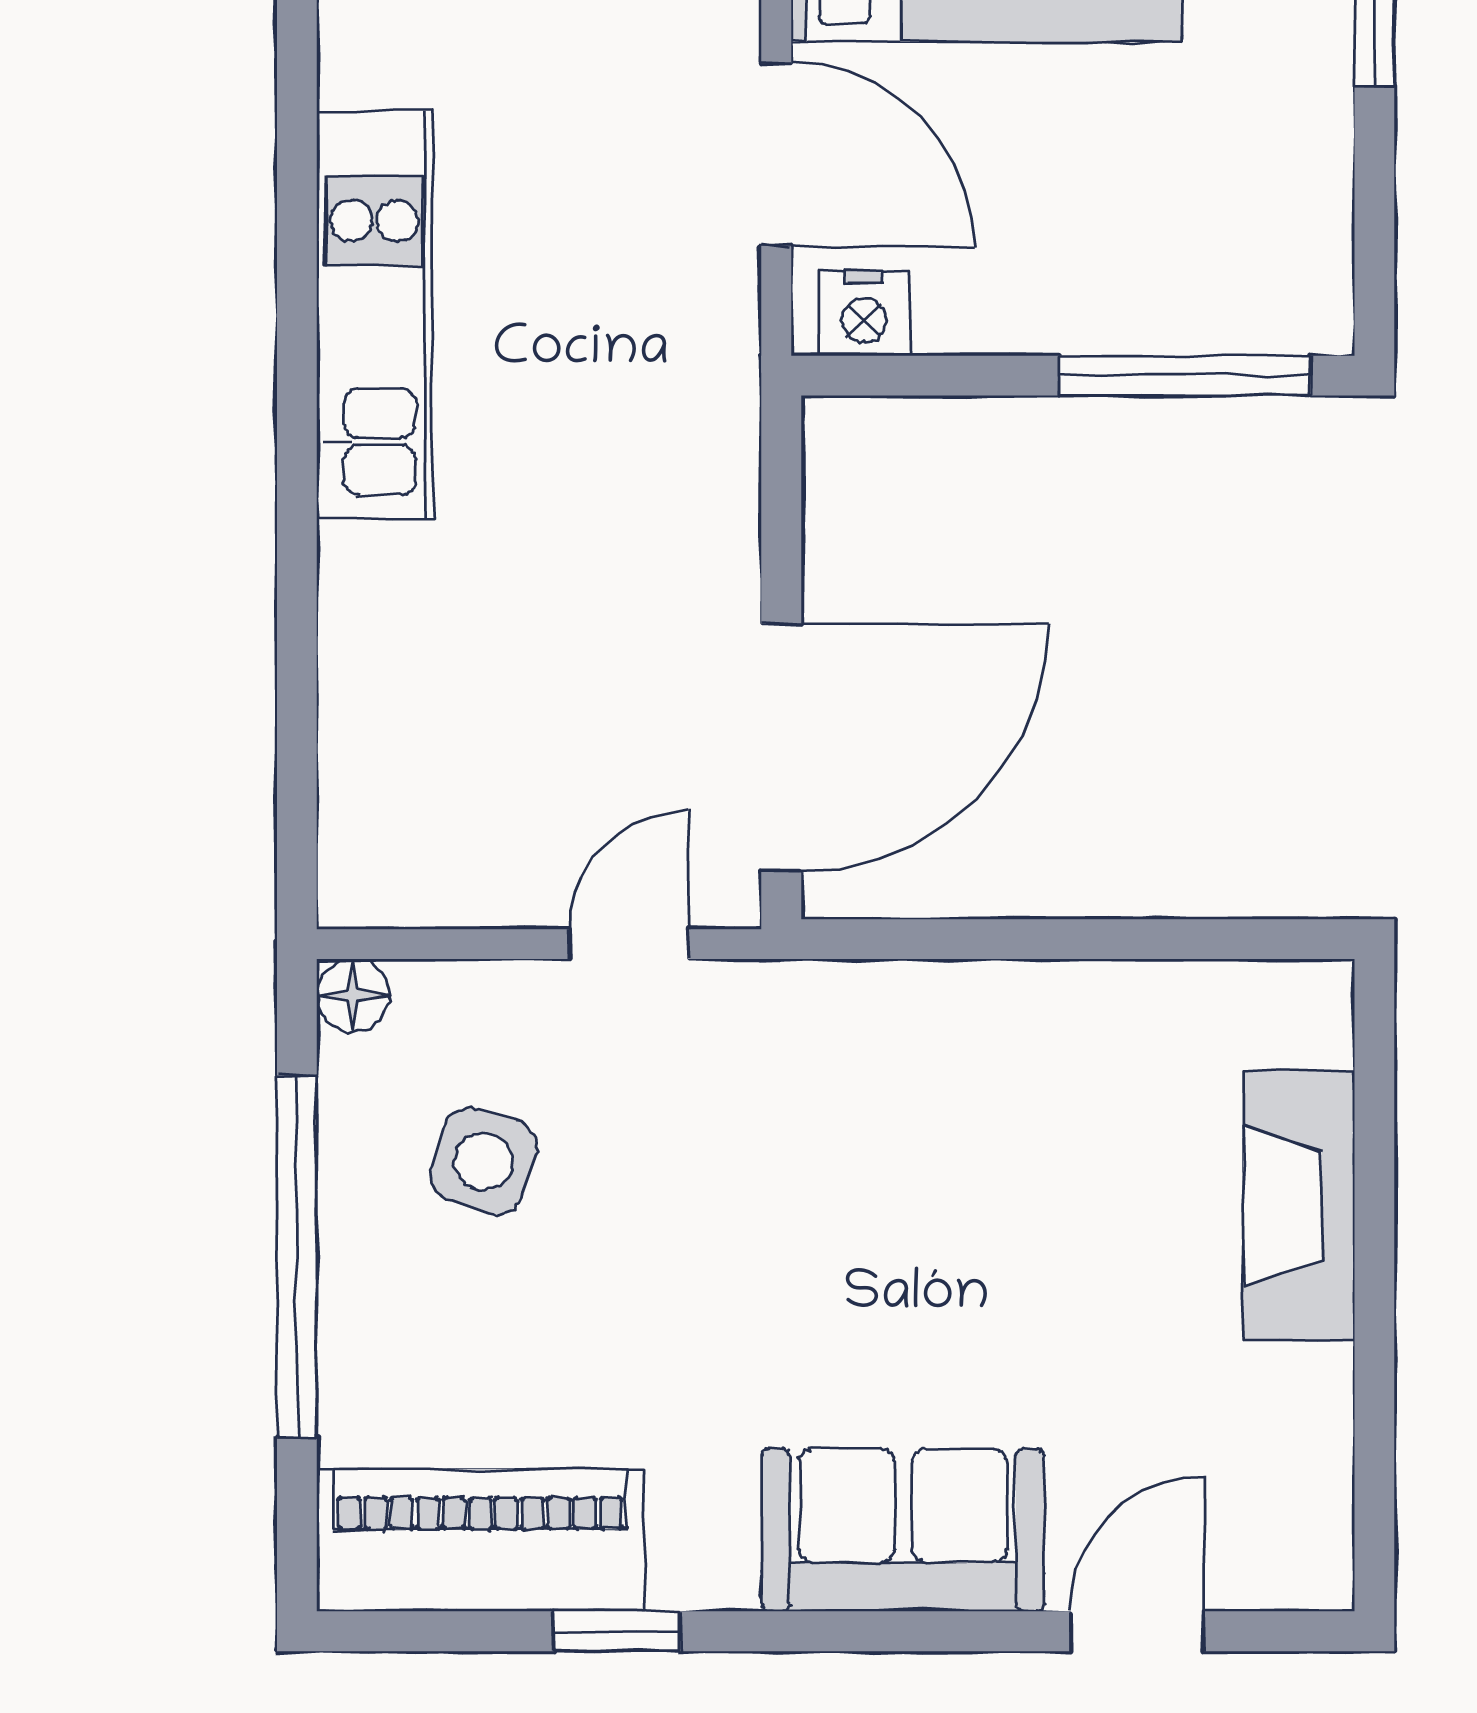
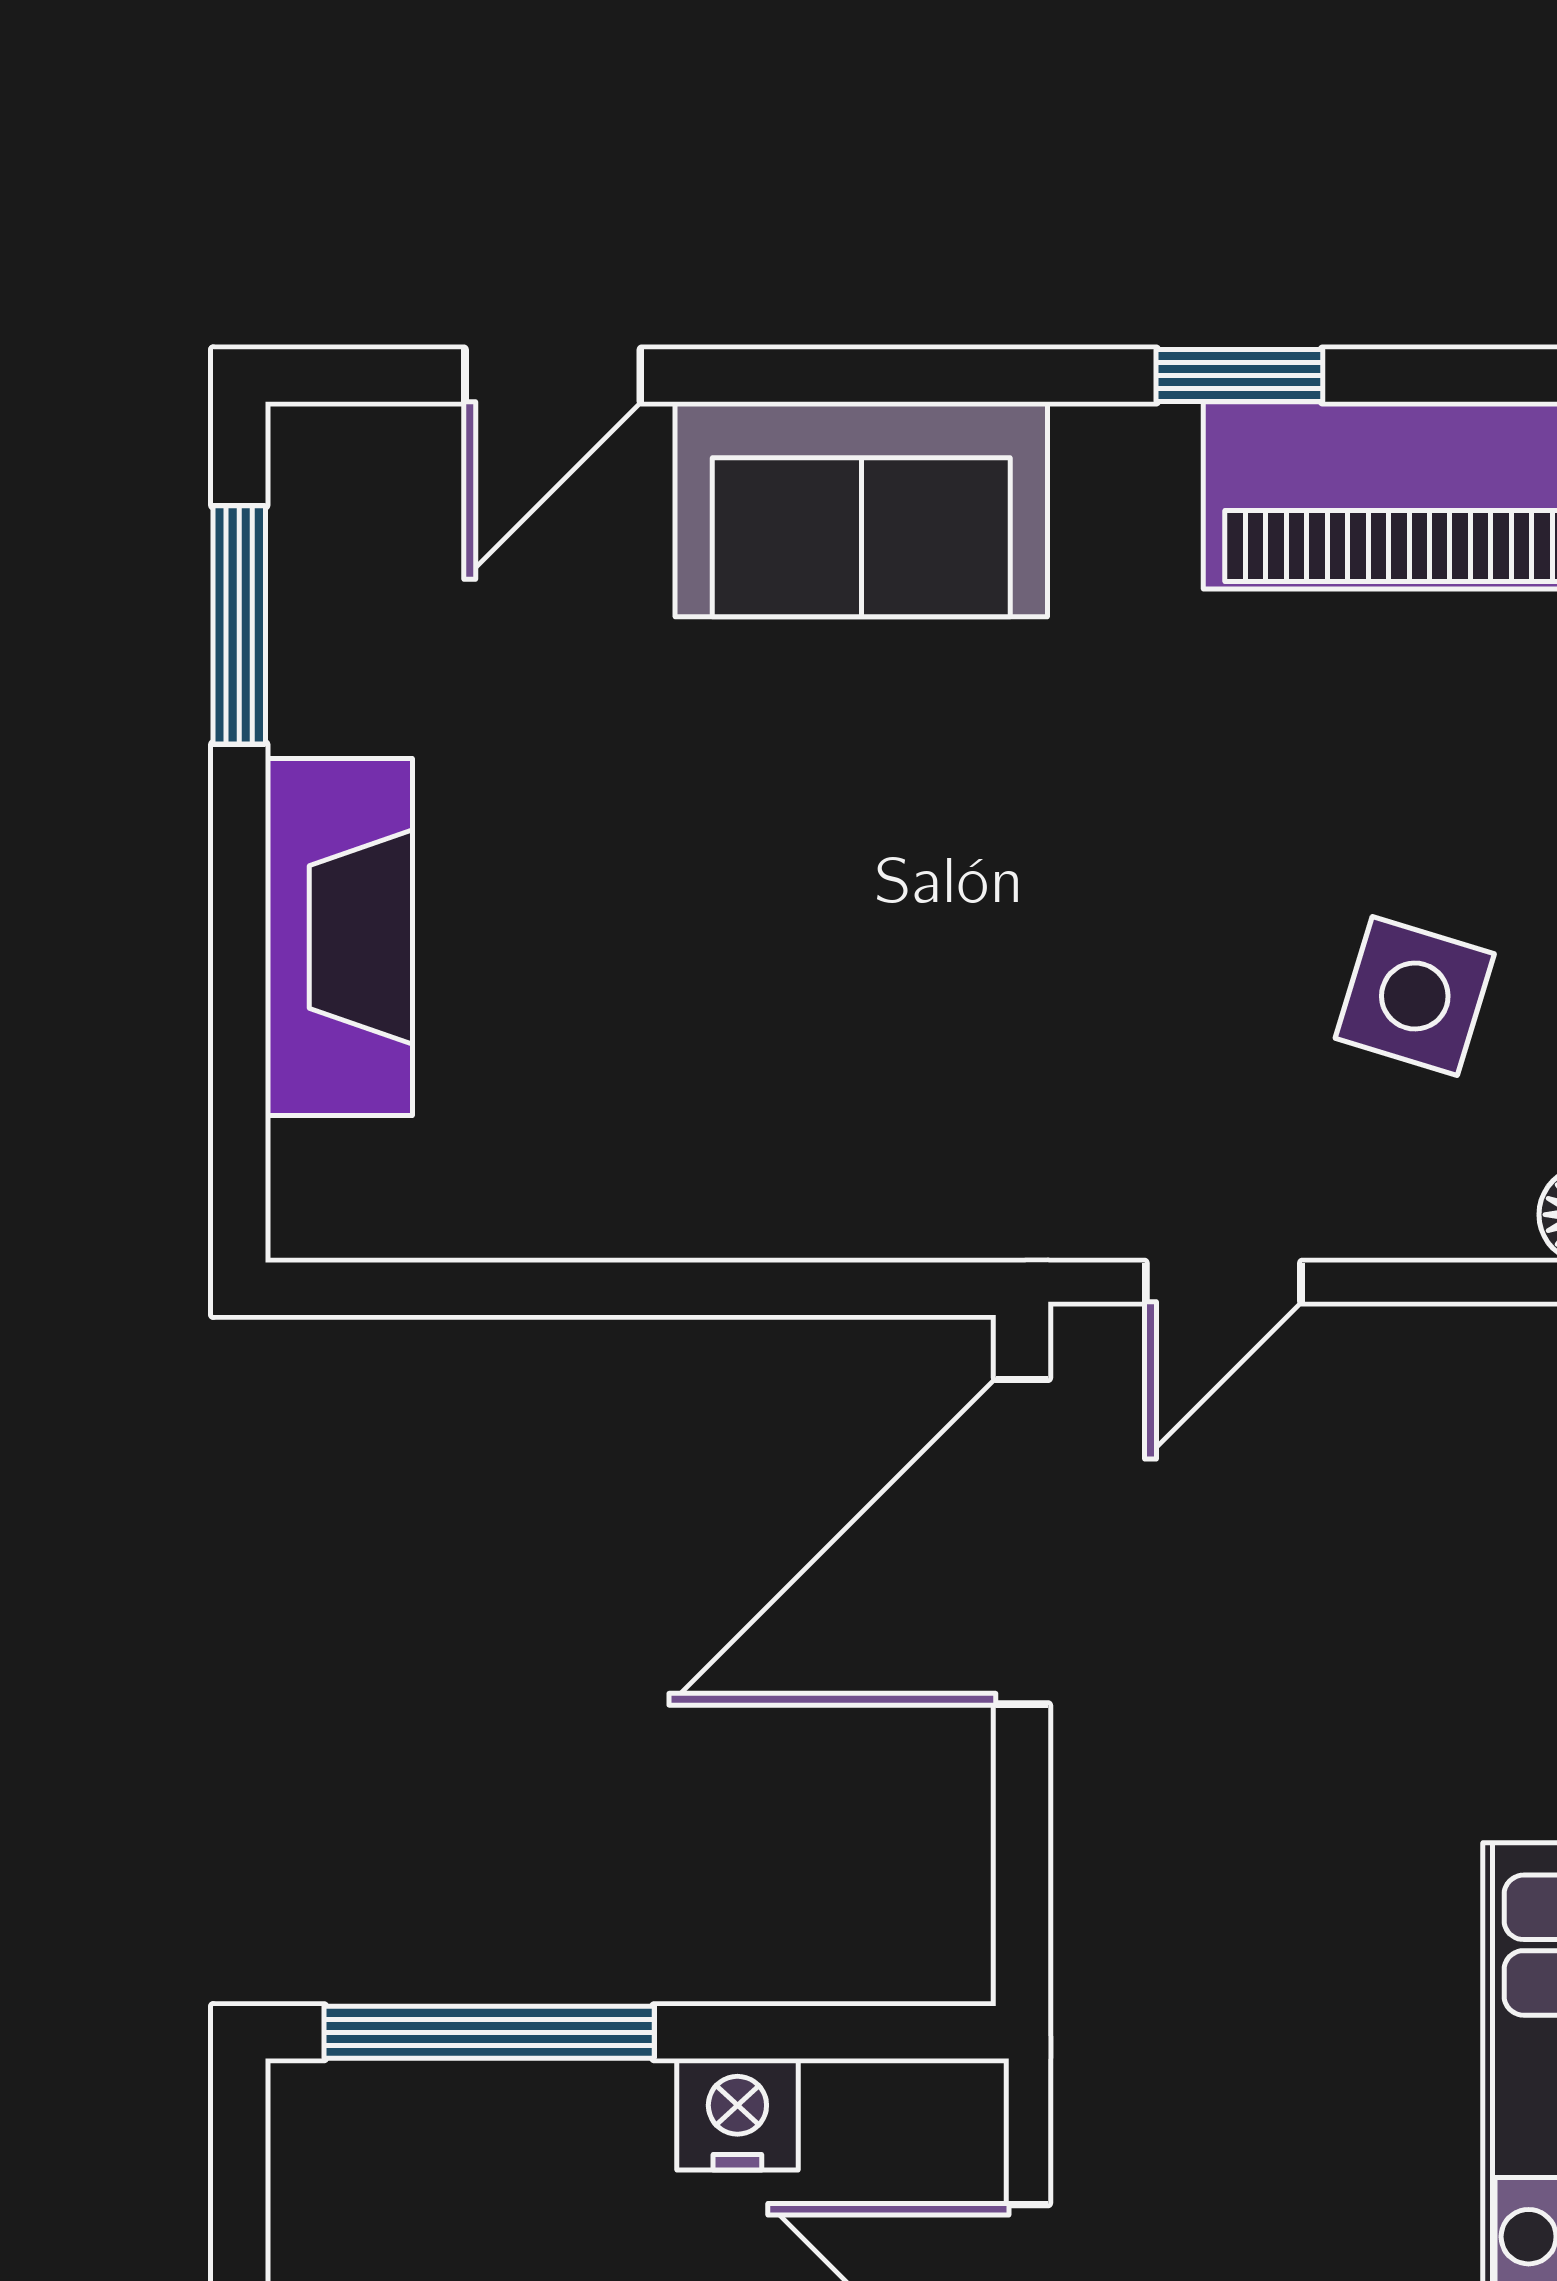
nightstand: (864, 314) -> (737, 2114), moved
window: (1374, 1442) -> (239, 625), added

